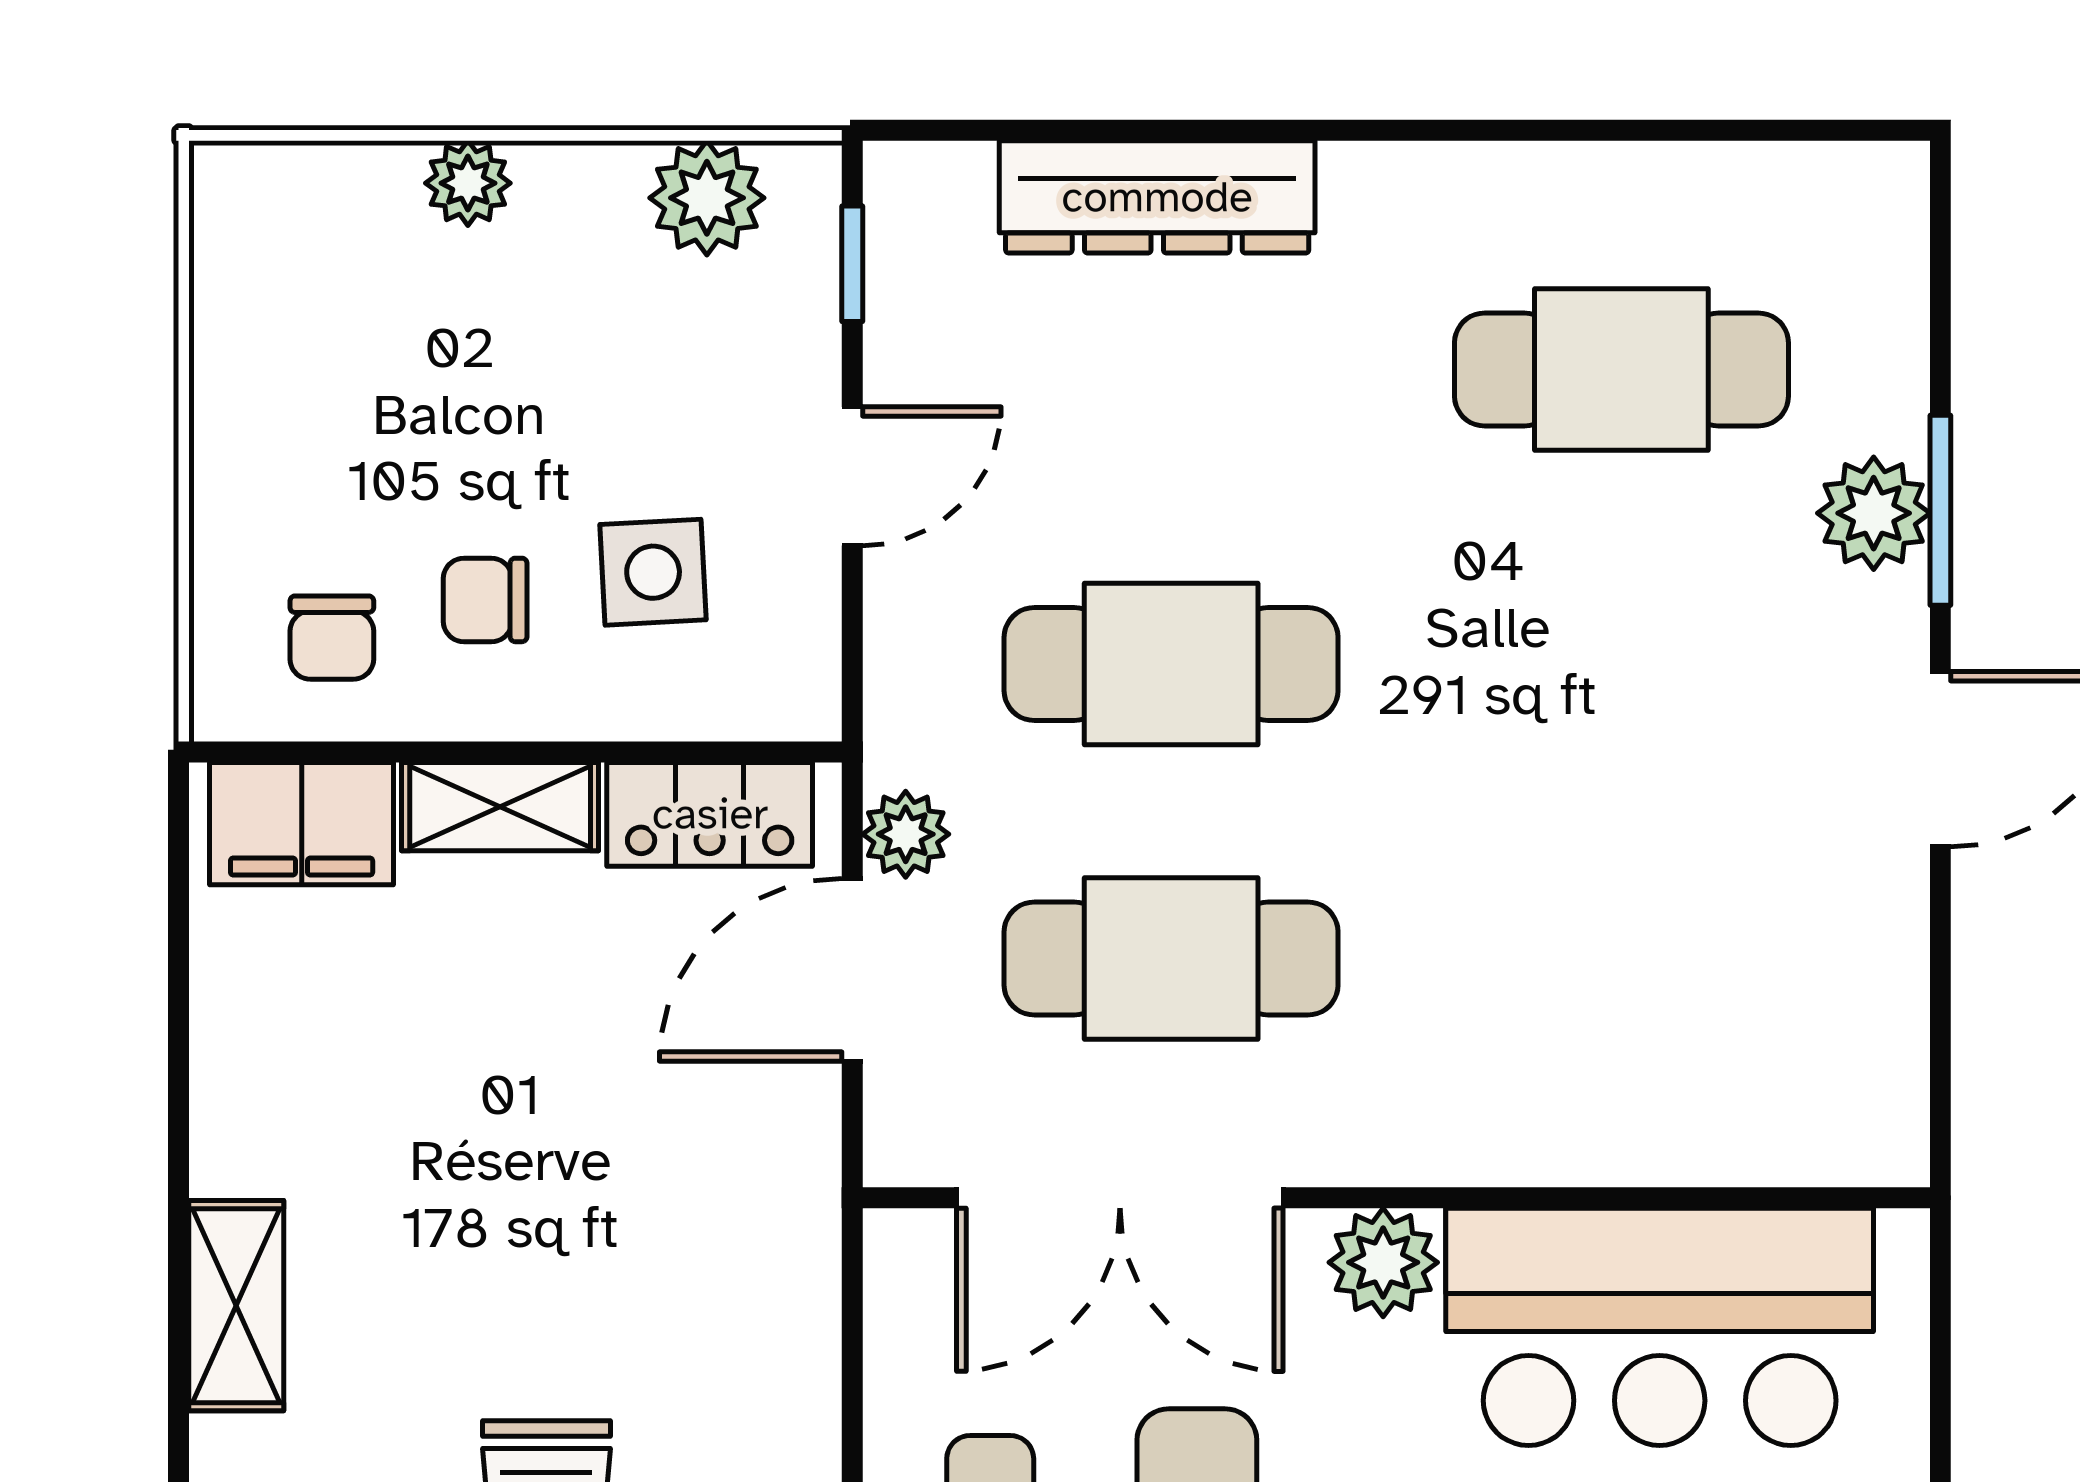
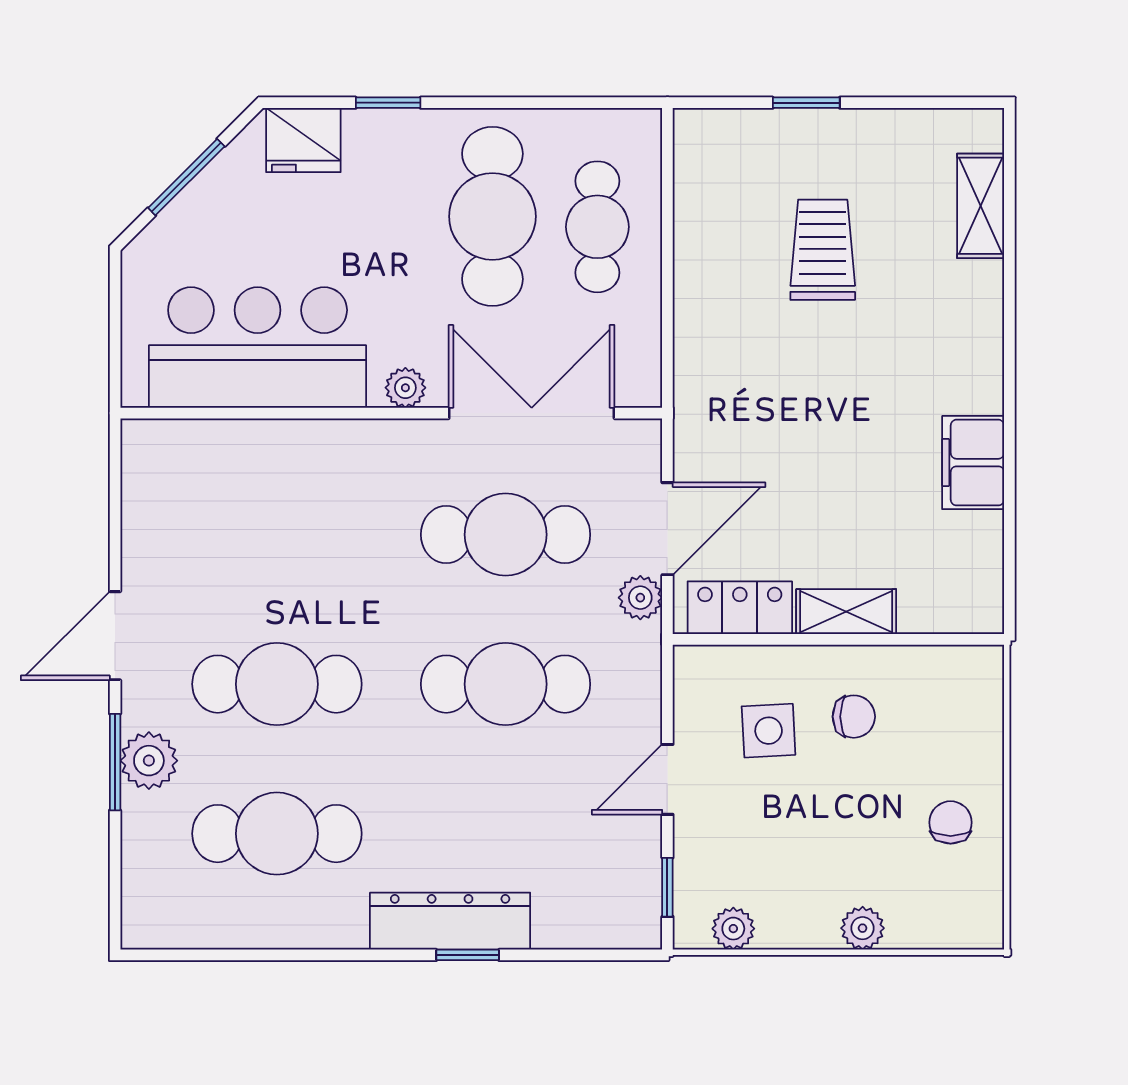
window: (1246, 130) -> (468, 955), added
dresser: (1157, 197) -> (450, 921), moved
plant: (707, 198) -> (733, 929), width x0.73, depth x0.73
chair: (332, 638) -> (951, 822), moved
cafe table: (1621, 664) -> (277, 684), added
filing cabinet: (302, 824) -> (973, 463), moved, turned -90
plant: (1383, 1262) -> (405, 388), width x0.73, depth x0.73
shelving: (236, 1306) -> (980, 358), removed

